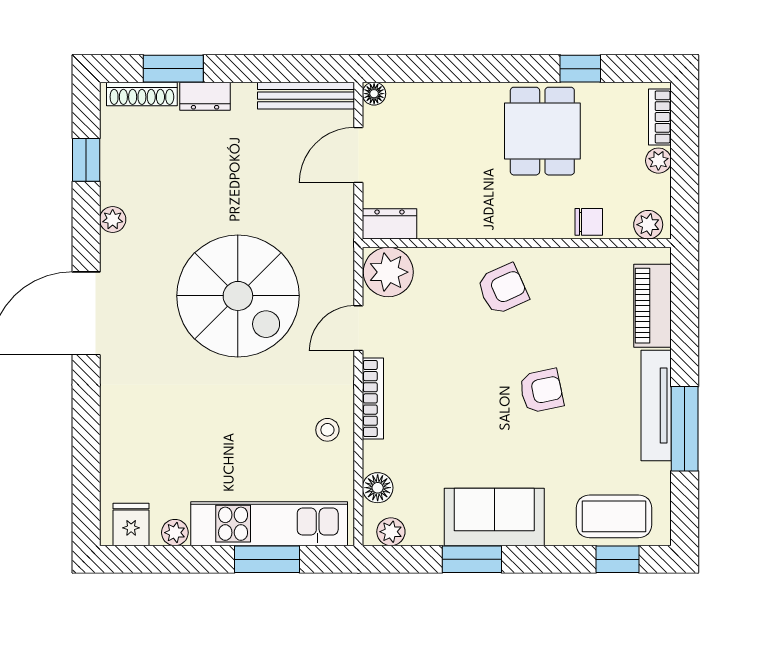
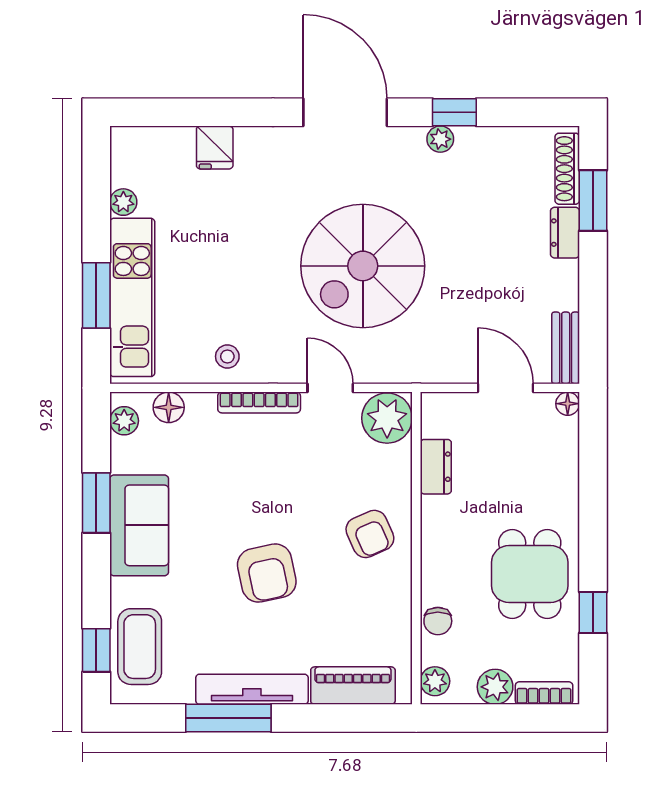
bench: (306, 96) -> (566, 348), width x0.73
dining table: (542, 131) -> (530, 574), turned 90
window: (86, 160) -> (454, 112), moved
plant: (658, 161) -> (495, 687), width x1.38, depth x1.38
dresser: (389, 224) -> (436, 467), moved
armchair: (541, 391) -> (267, 573), width x1.38, depth x1.38
fridge: (131, 524) -> (215, 147), moved, turned 90

